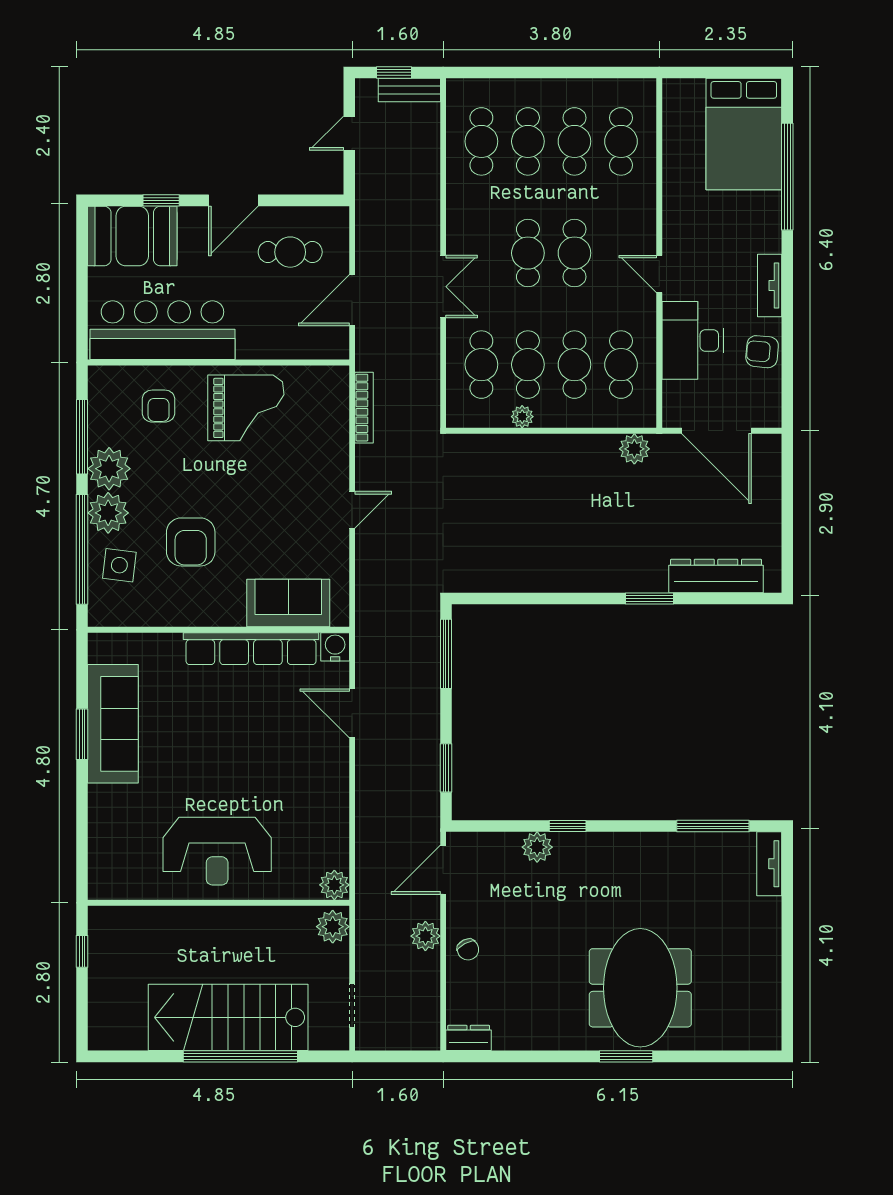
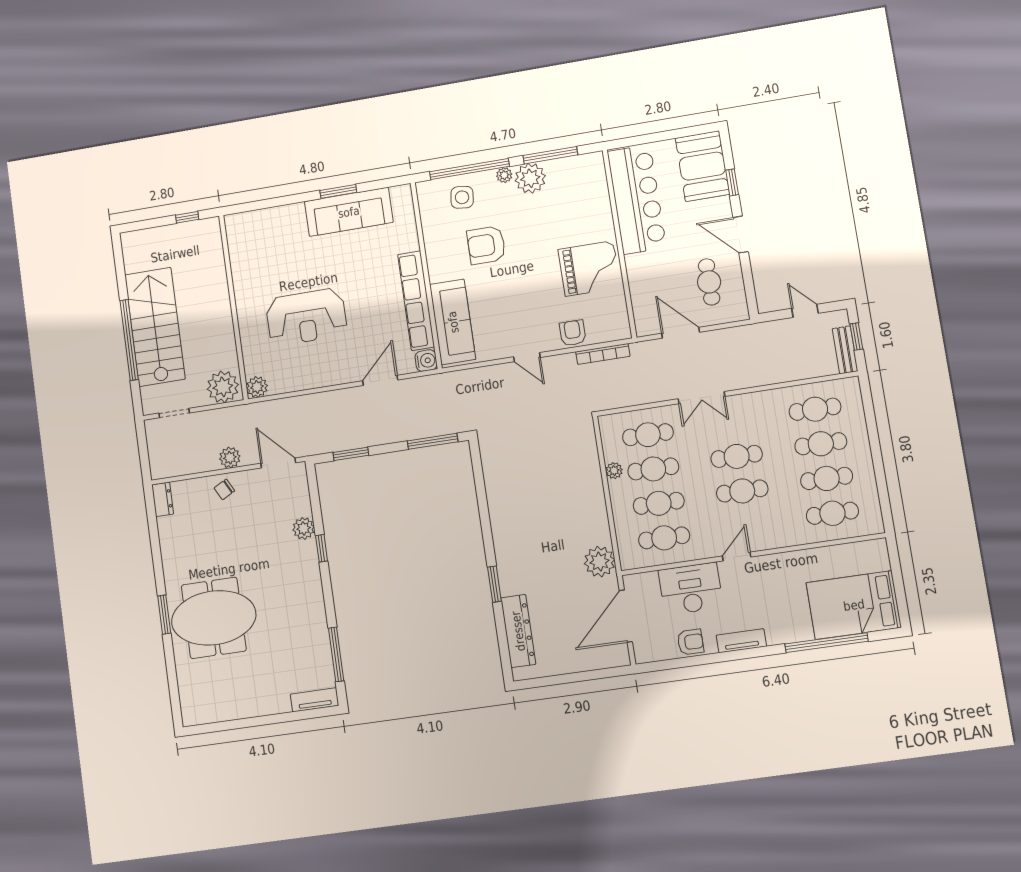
armchair: (762, 352) -> (690, 642), turned 85
armchair: (159, 406) -> (573, 333), moved, turned 90
grand piano: (246, 408) -> (589, 269), turned -90
plant: (634, 449) -> (600, 562), width x1.36, depth x1.36
plant: (108, 513) -> (504, 175), width x0.53, depth x0.53
sofa: (288, 603) -> (453, 322), width x1.36
reception desk: (217, 851) -> (306, 317), moved, turned -90
plant: (333, 927) -> (223, 387), width x1.36, depth x1.36

